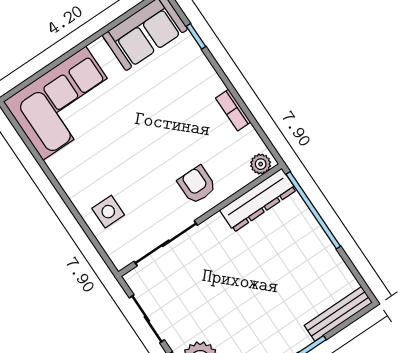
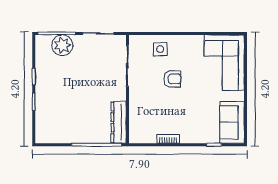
plant: (261, 164) -> (134, 135), removed
armchair: (197, 185) -> (172, 79), moved
bench: (338, 314) -> (41, 124), removed

